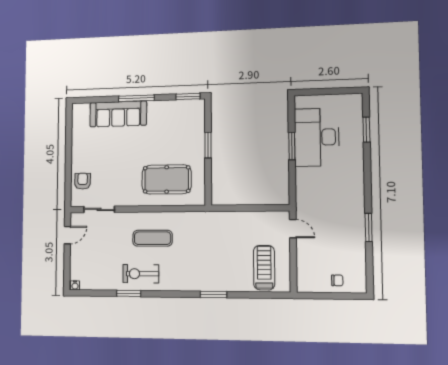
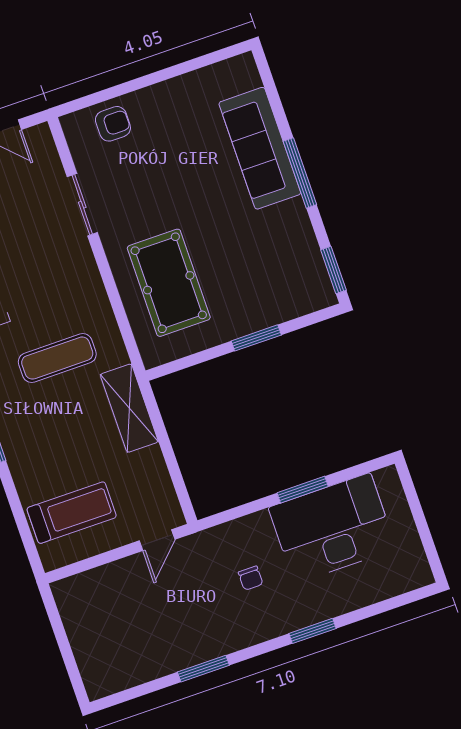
window: (366, 130) -> (312, 631), moved
sliding door: (99, 209) -> (82, 205), moved
shelving: (221, 220) -> (129, 408), added
exercise mat: (152, 238) -> (57, 358), moved, turned 90
chair: (337, 280) -> (251, 578), moved

